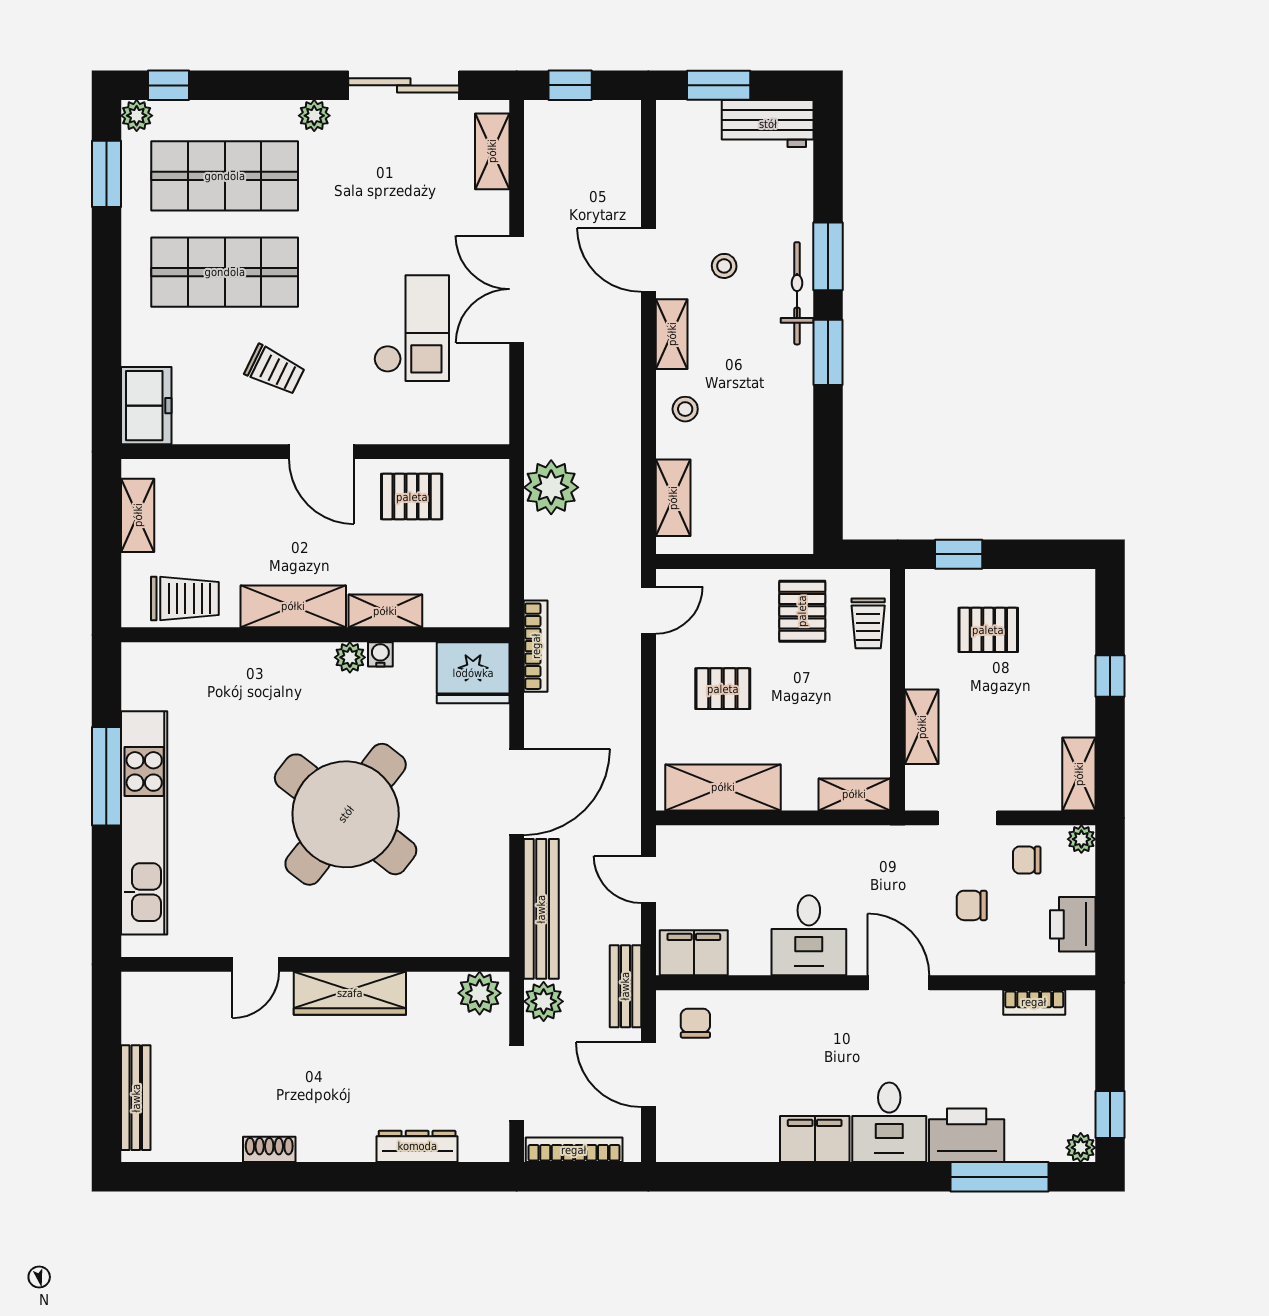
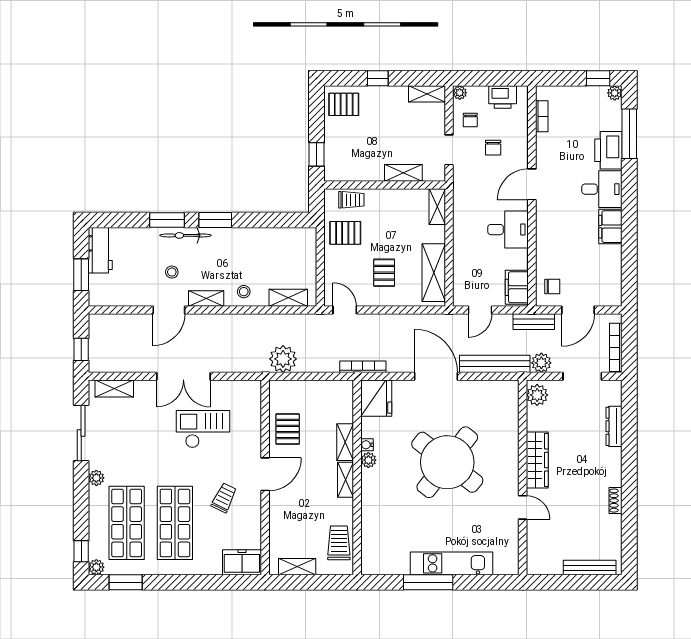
shelving: (293, 606) -> (345, 480), width x0.67, depth x0.75
pallet: (988, 630) -> (344, 104), moved, turned 90
kitchen unit: (144, 823) -> (452, 563), width x0.73
chair: (695, 1023) -> (552, 286), turned 180

